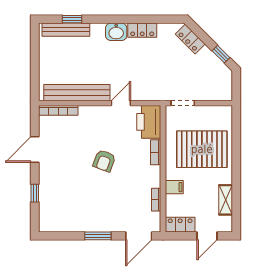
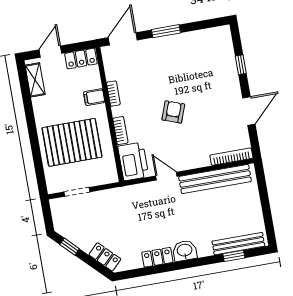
door: (121, 103) -> (166, 176), swing flipped
doorway: (183, 103) -> (77, 192), moved
bookcase: (156, 200) -> (113, 94), moved
shelving: (226, 200) -> (35, 80), moved

